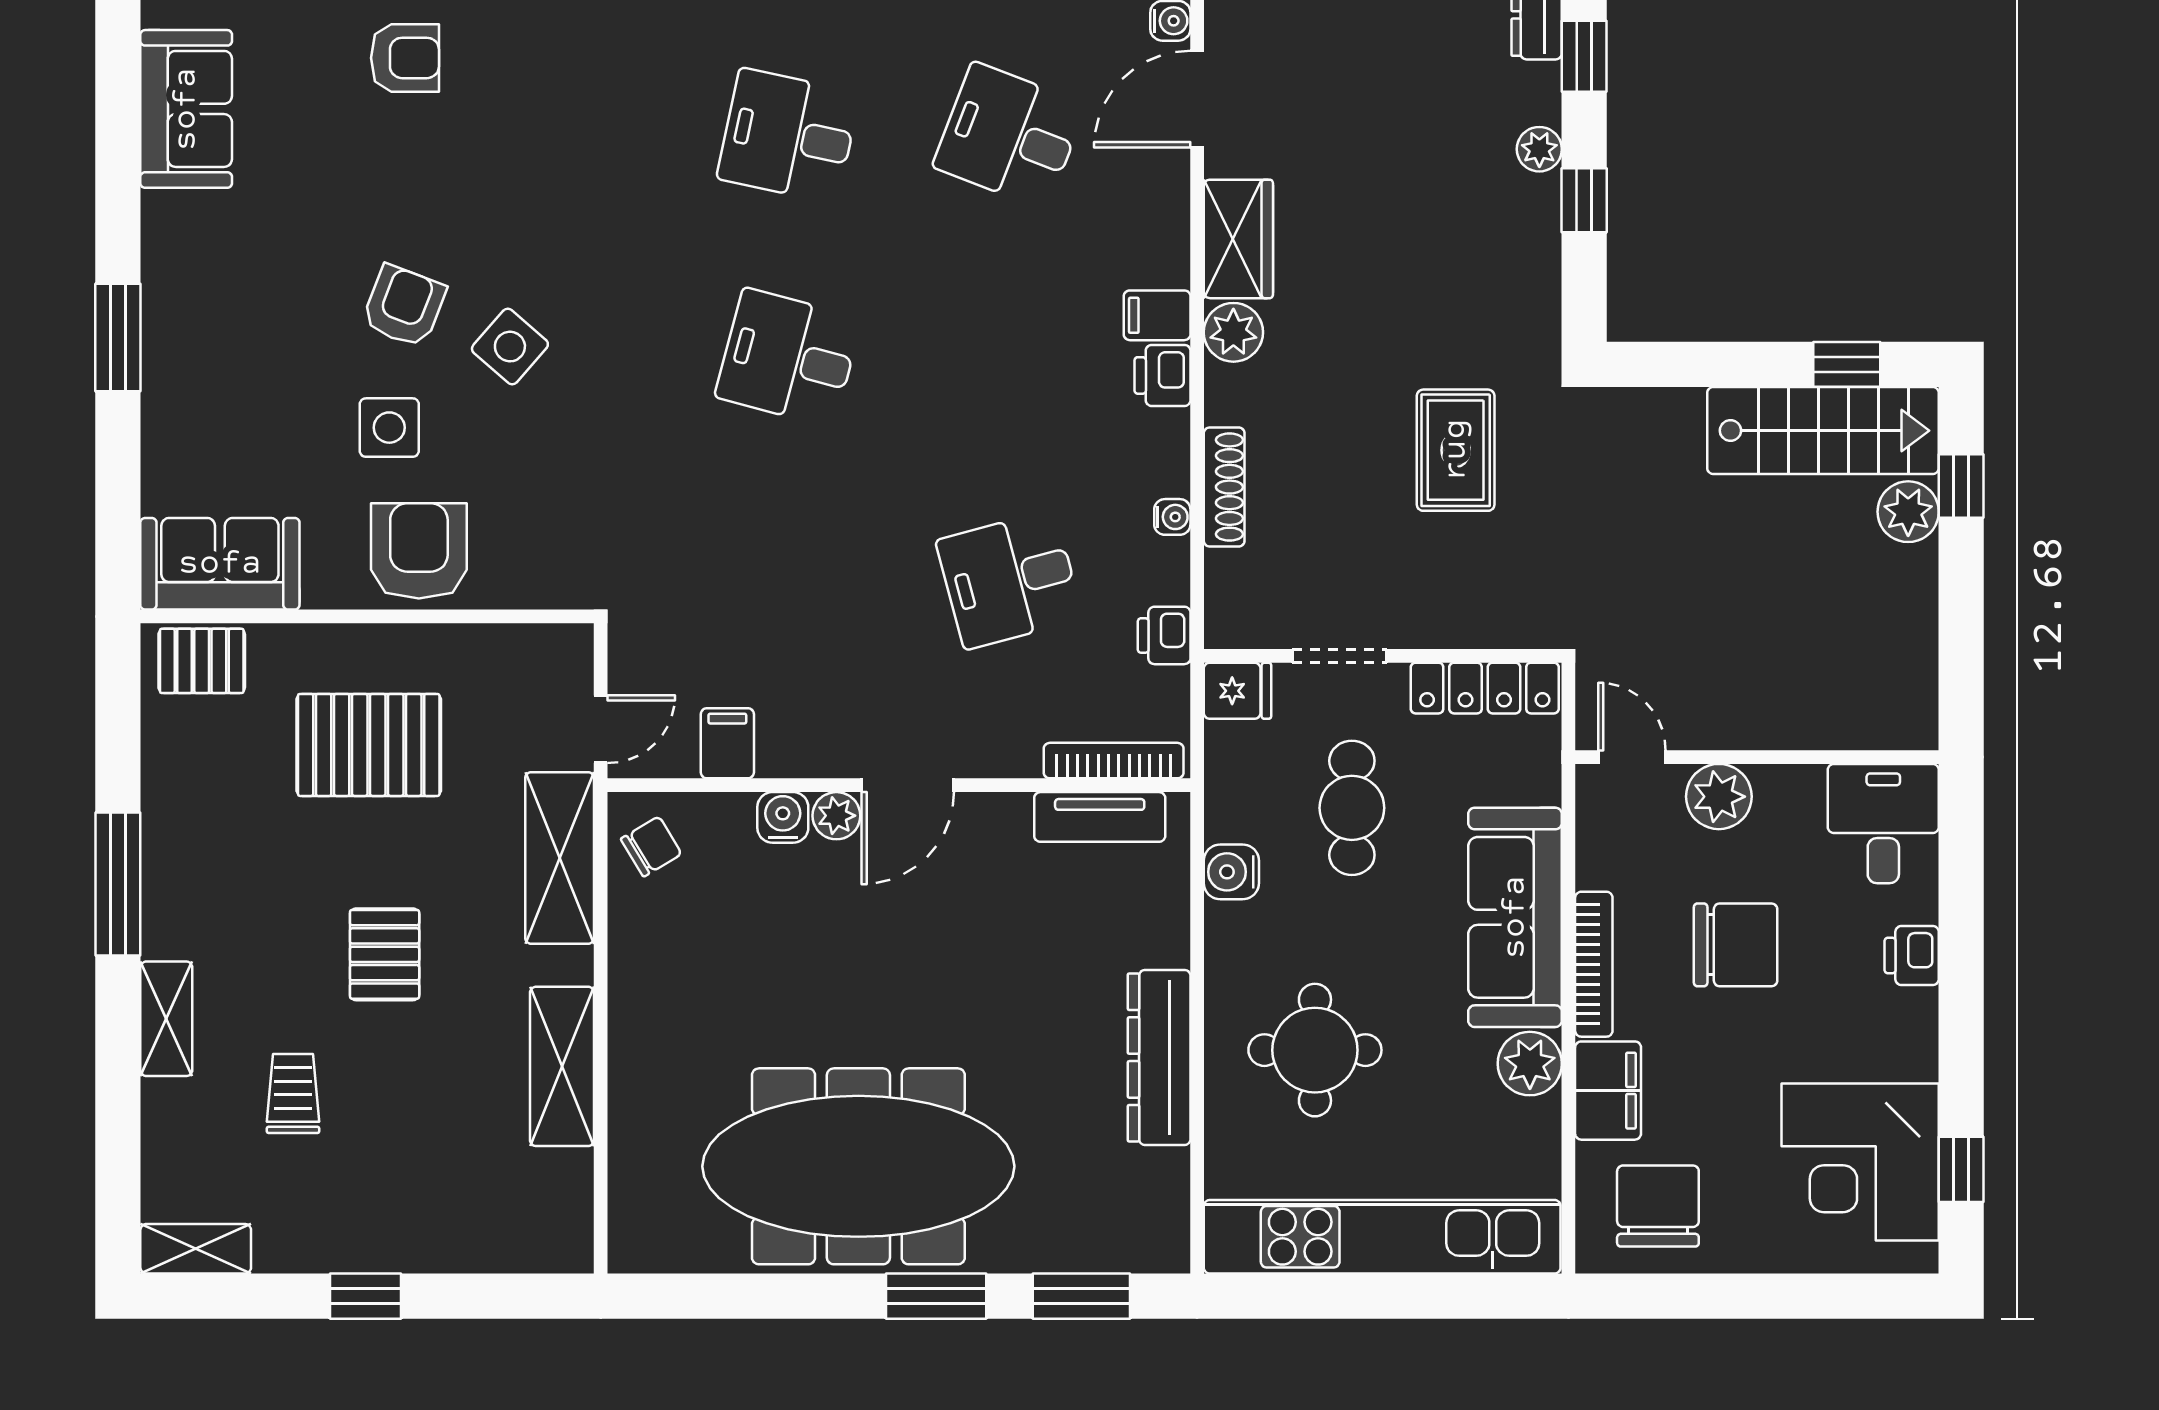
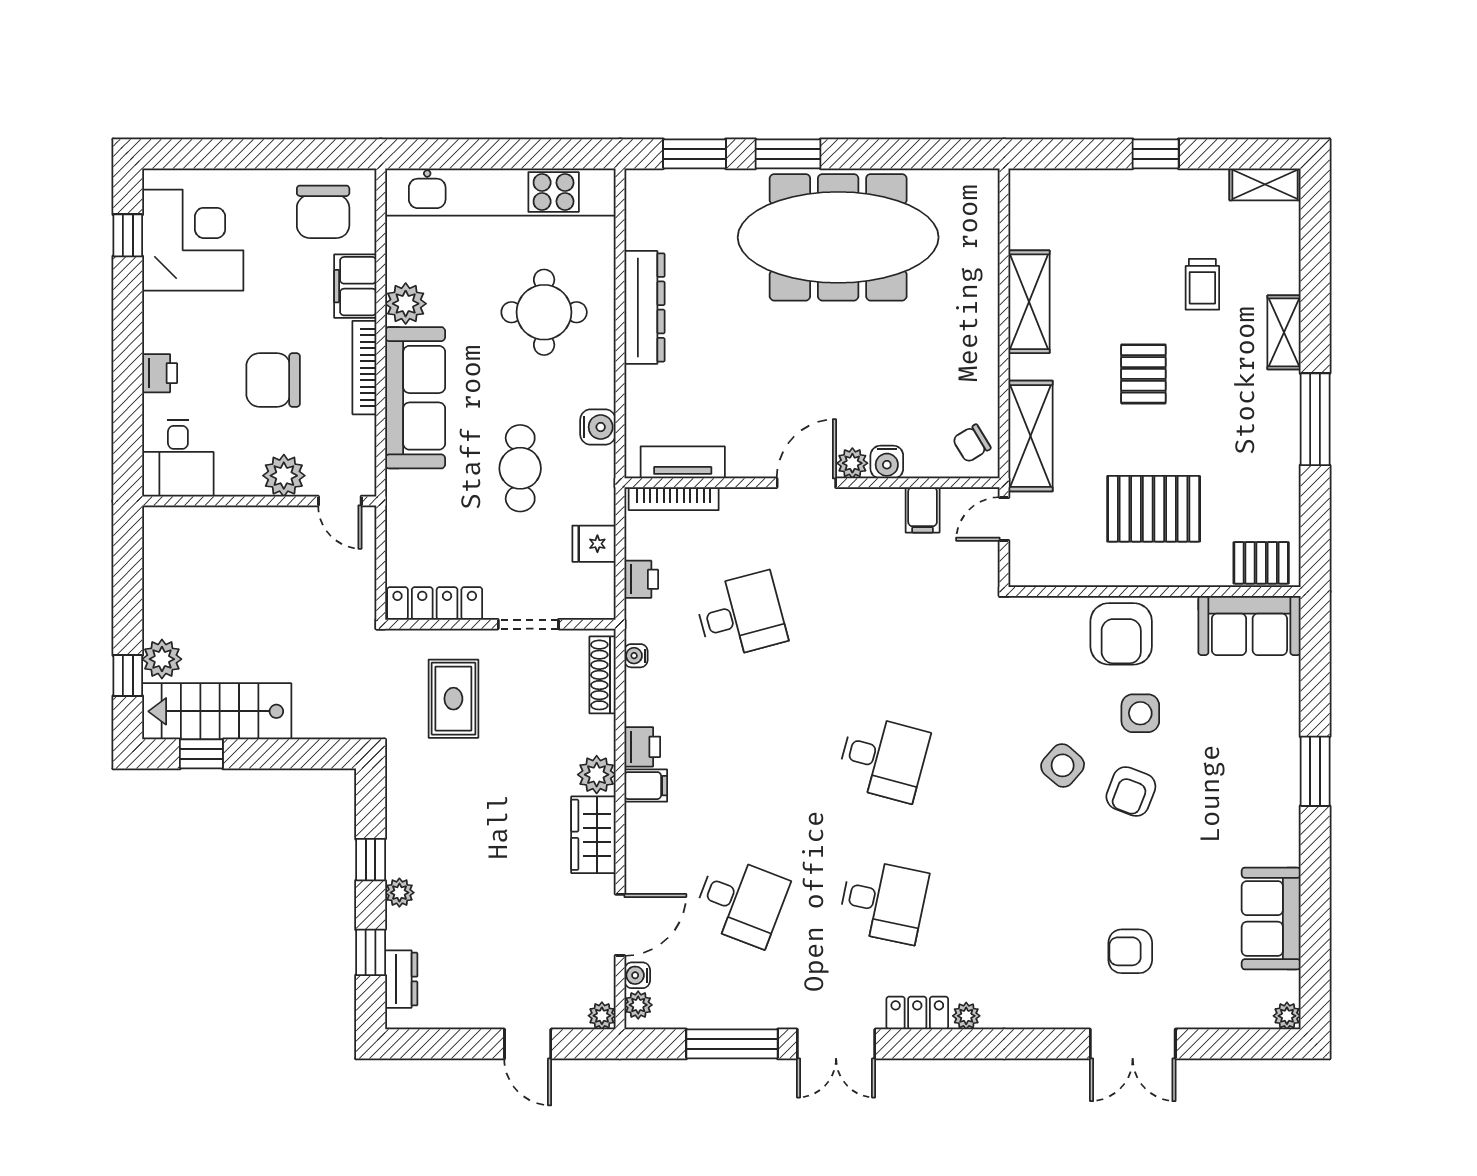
doorway: (1339, 656) -> (528, 624), moved
wall: (1383, 656) -> (500, 624), moved
locker: (1485, 688) -> (435, 603), moved

